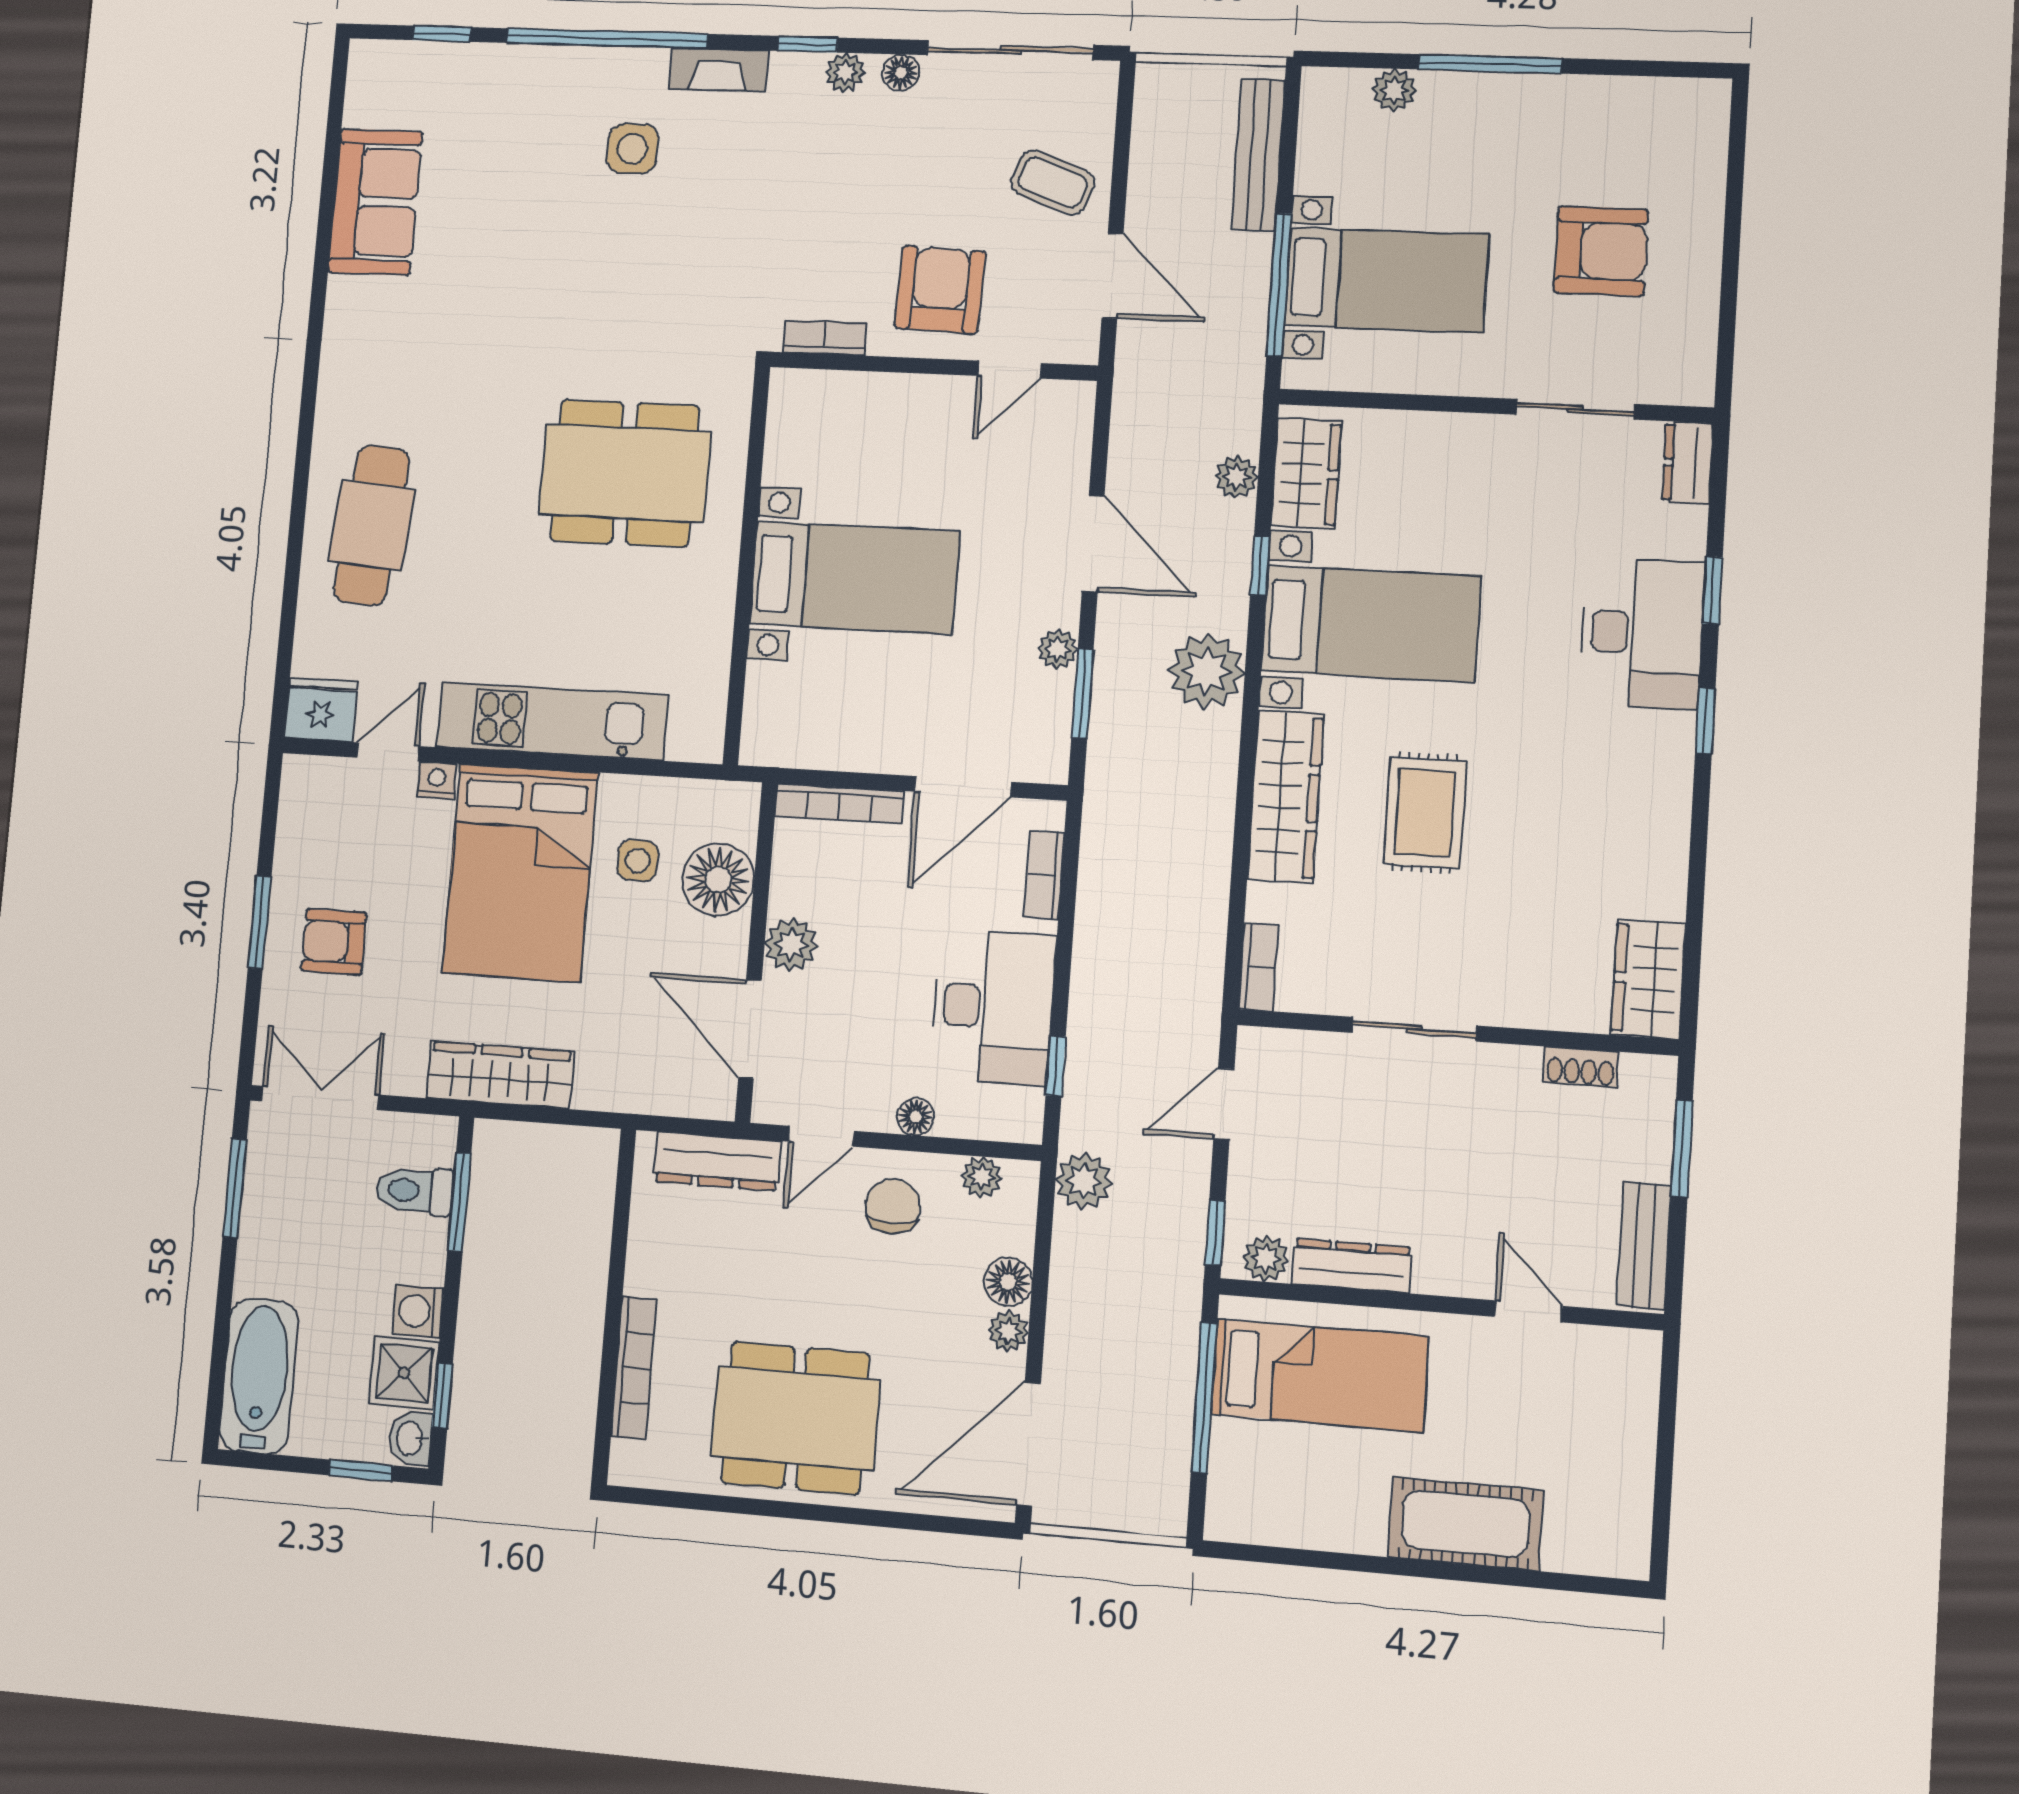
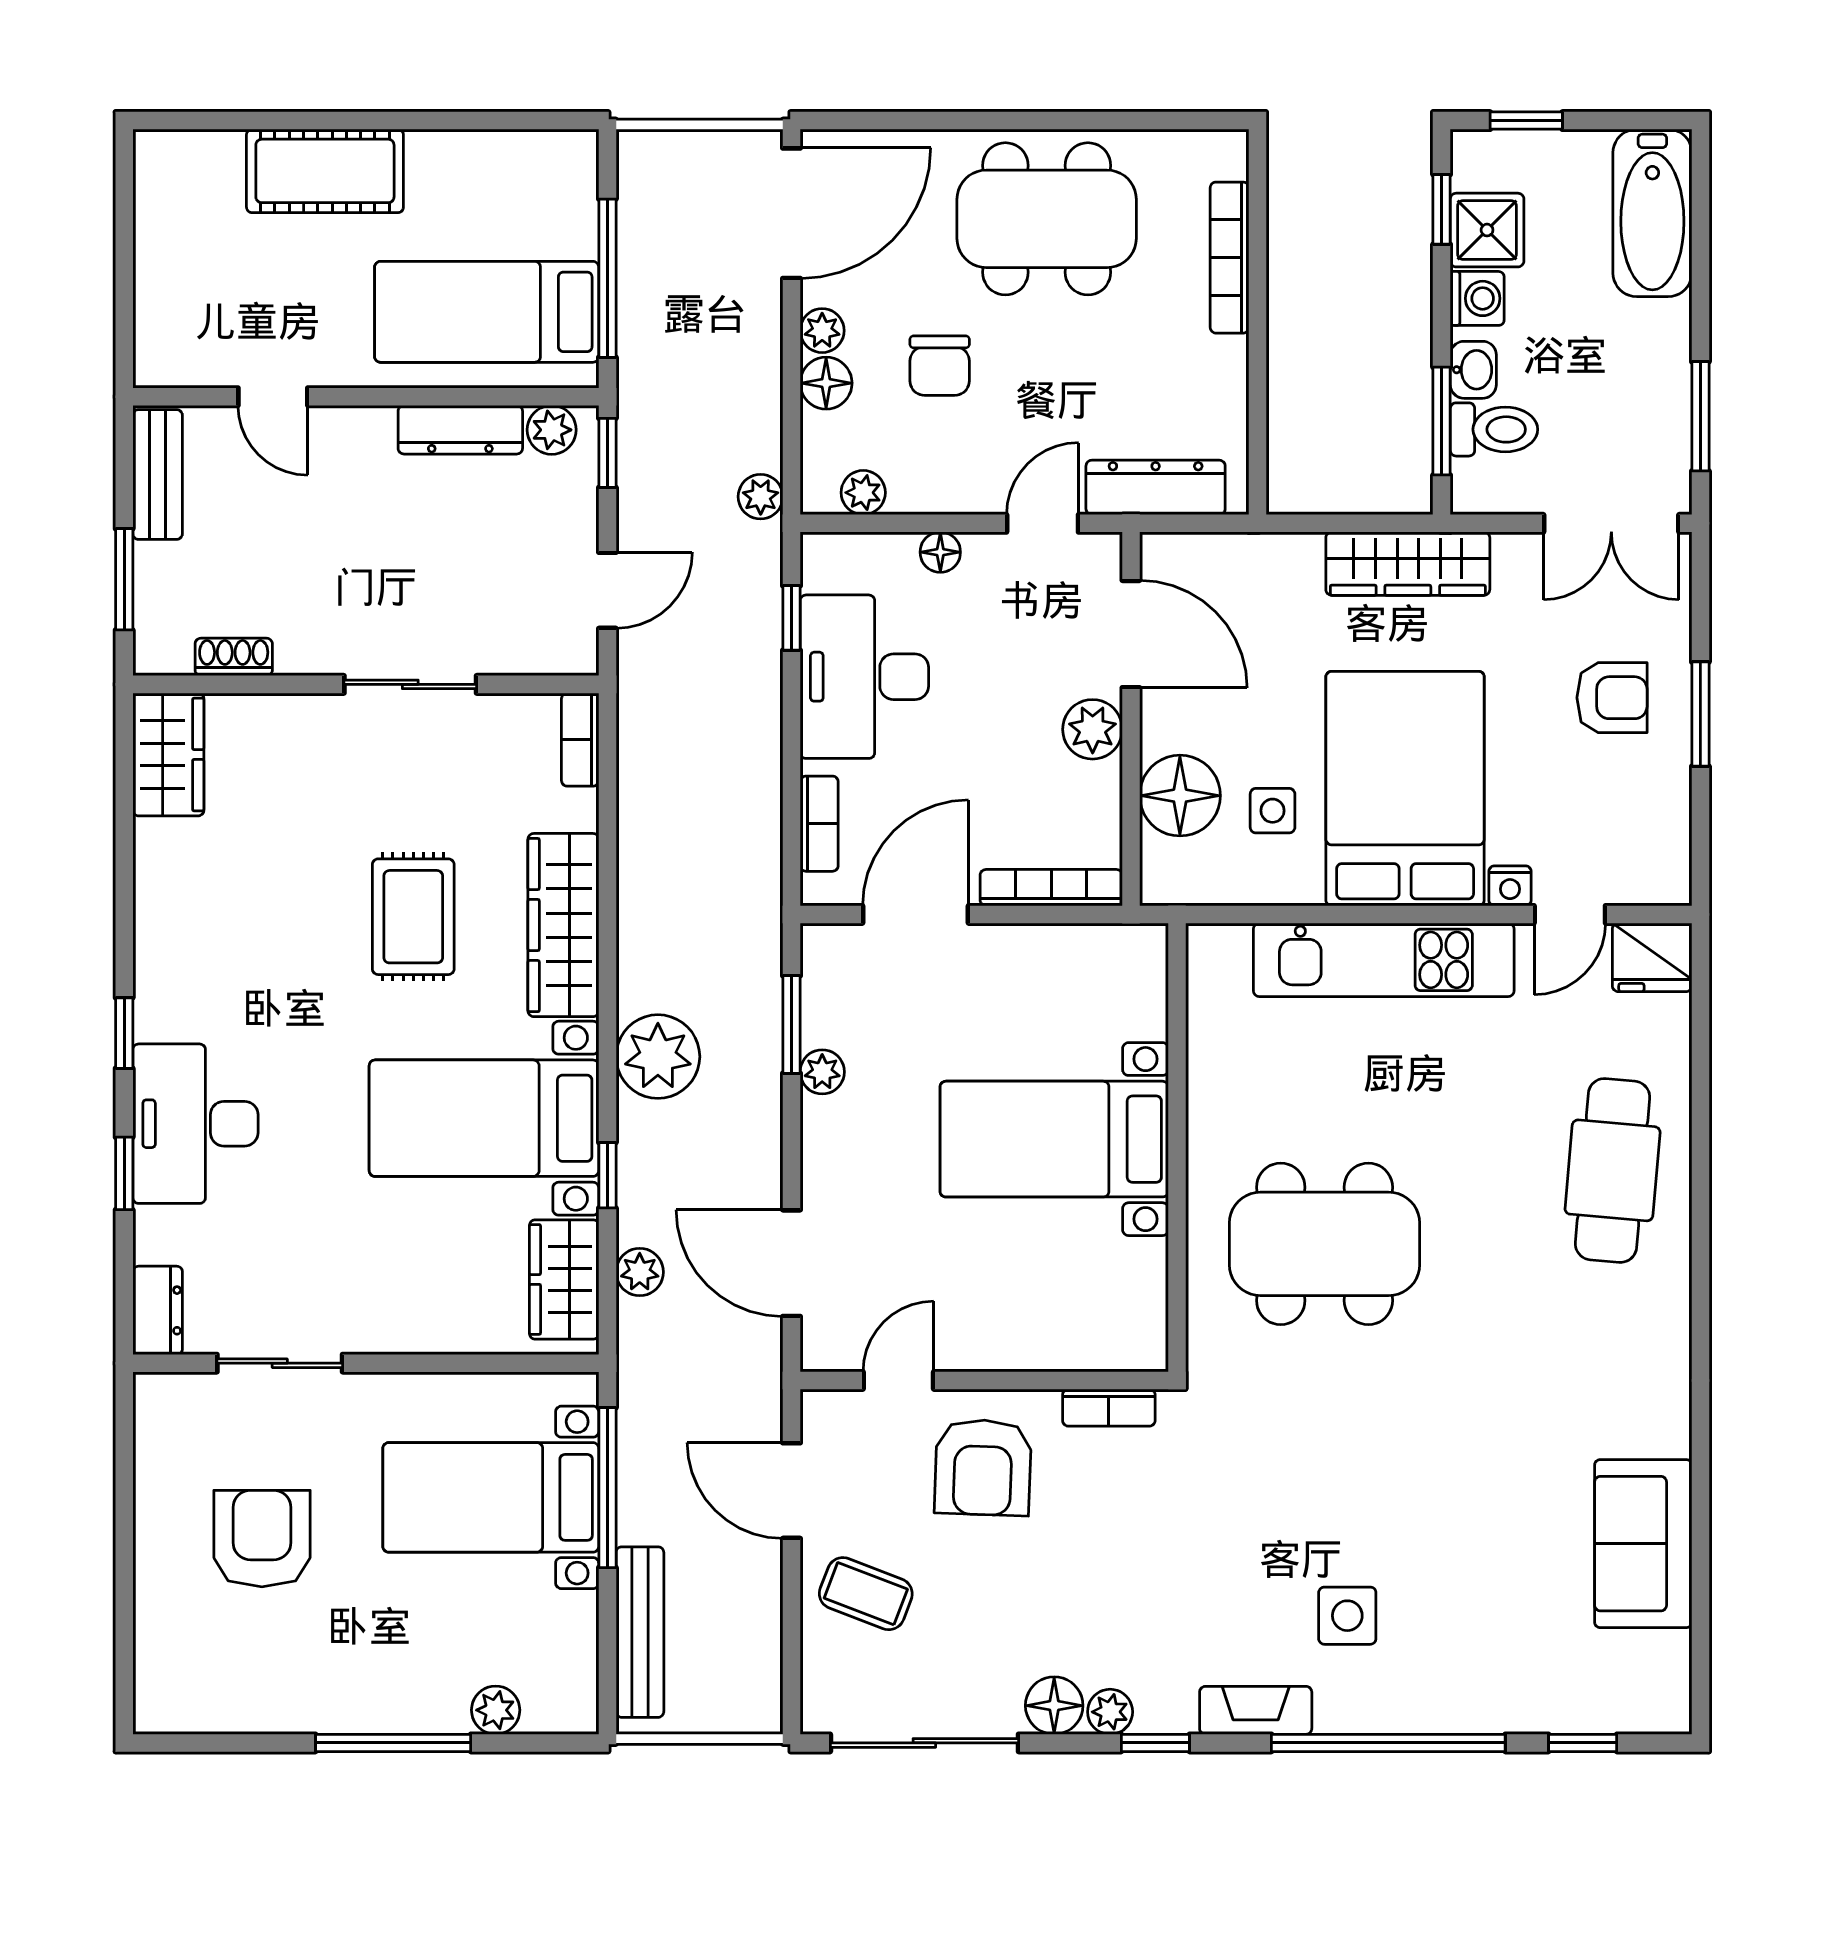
floor lamp: (901, 73) -> (1054, 1706), width x1.37, depth x1.37
armchair: (1601, 251) -> (262, 1539), turned 90
door: (1093, 544) -> (791, 1263), moved
plant: (1084, 1181) -> (761, 497), width x0.73, depth x0.73
chair: (893, 1206) -> (940, 366), moved
washbasin: (411, 1438) -> (1473, 370), moved

